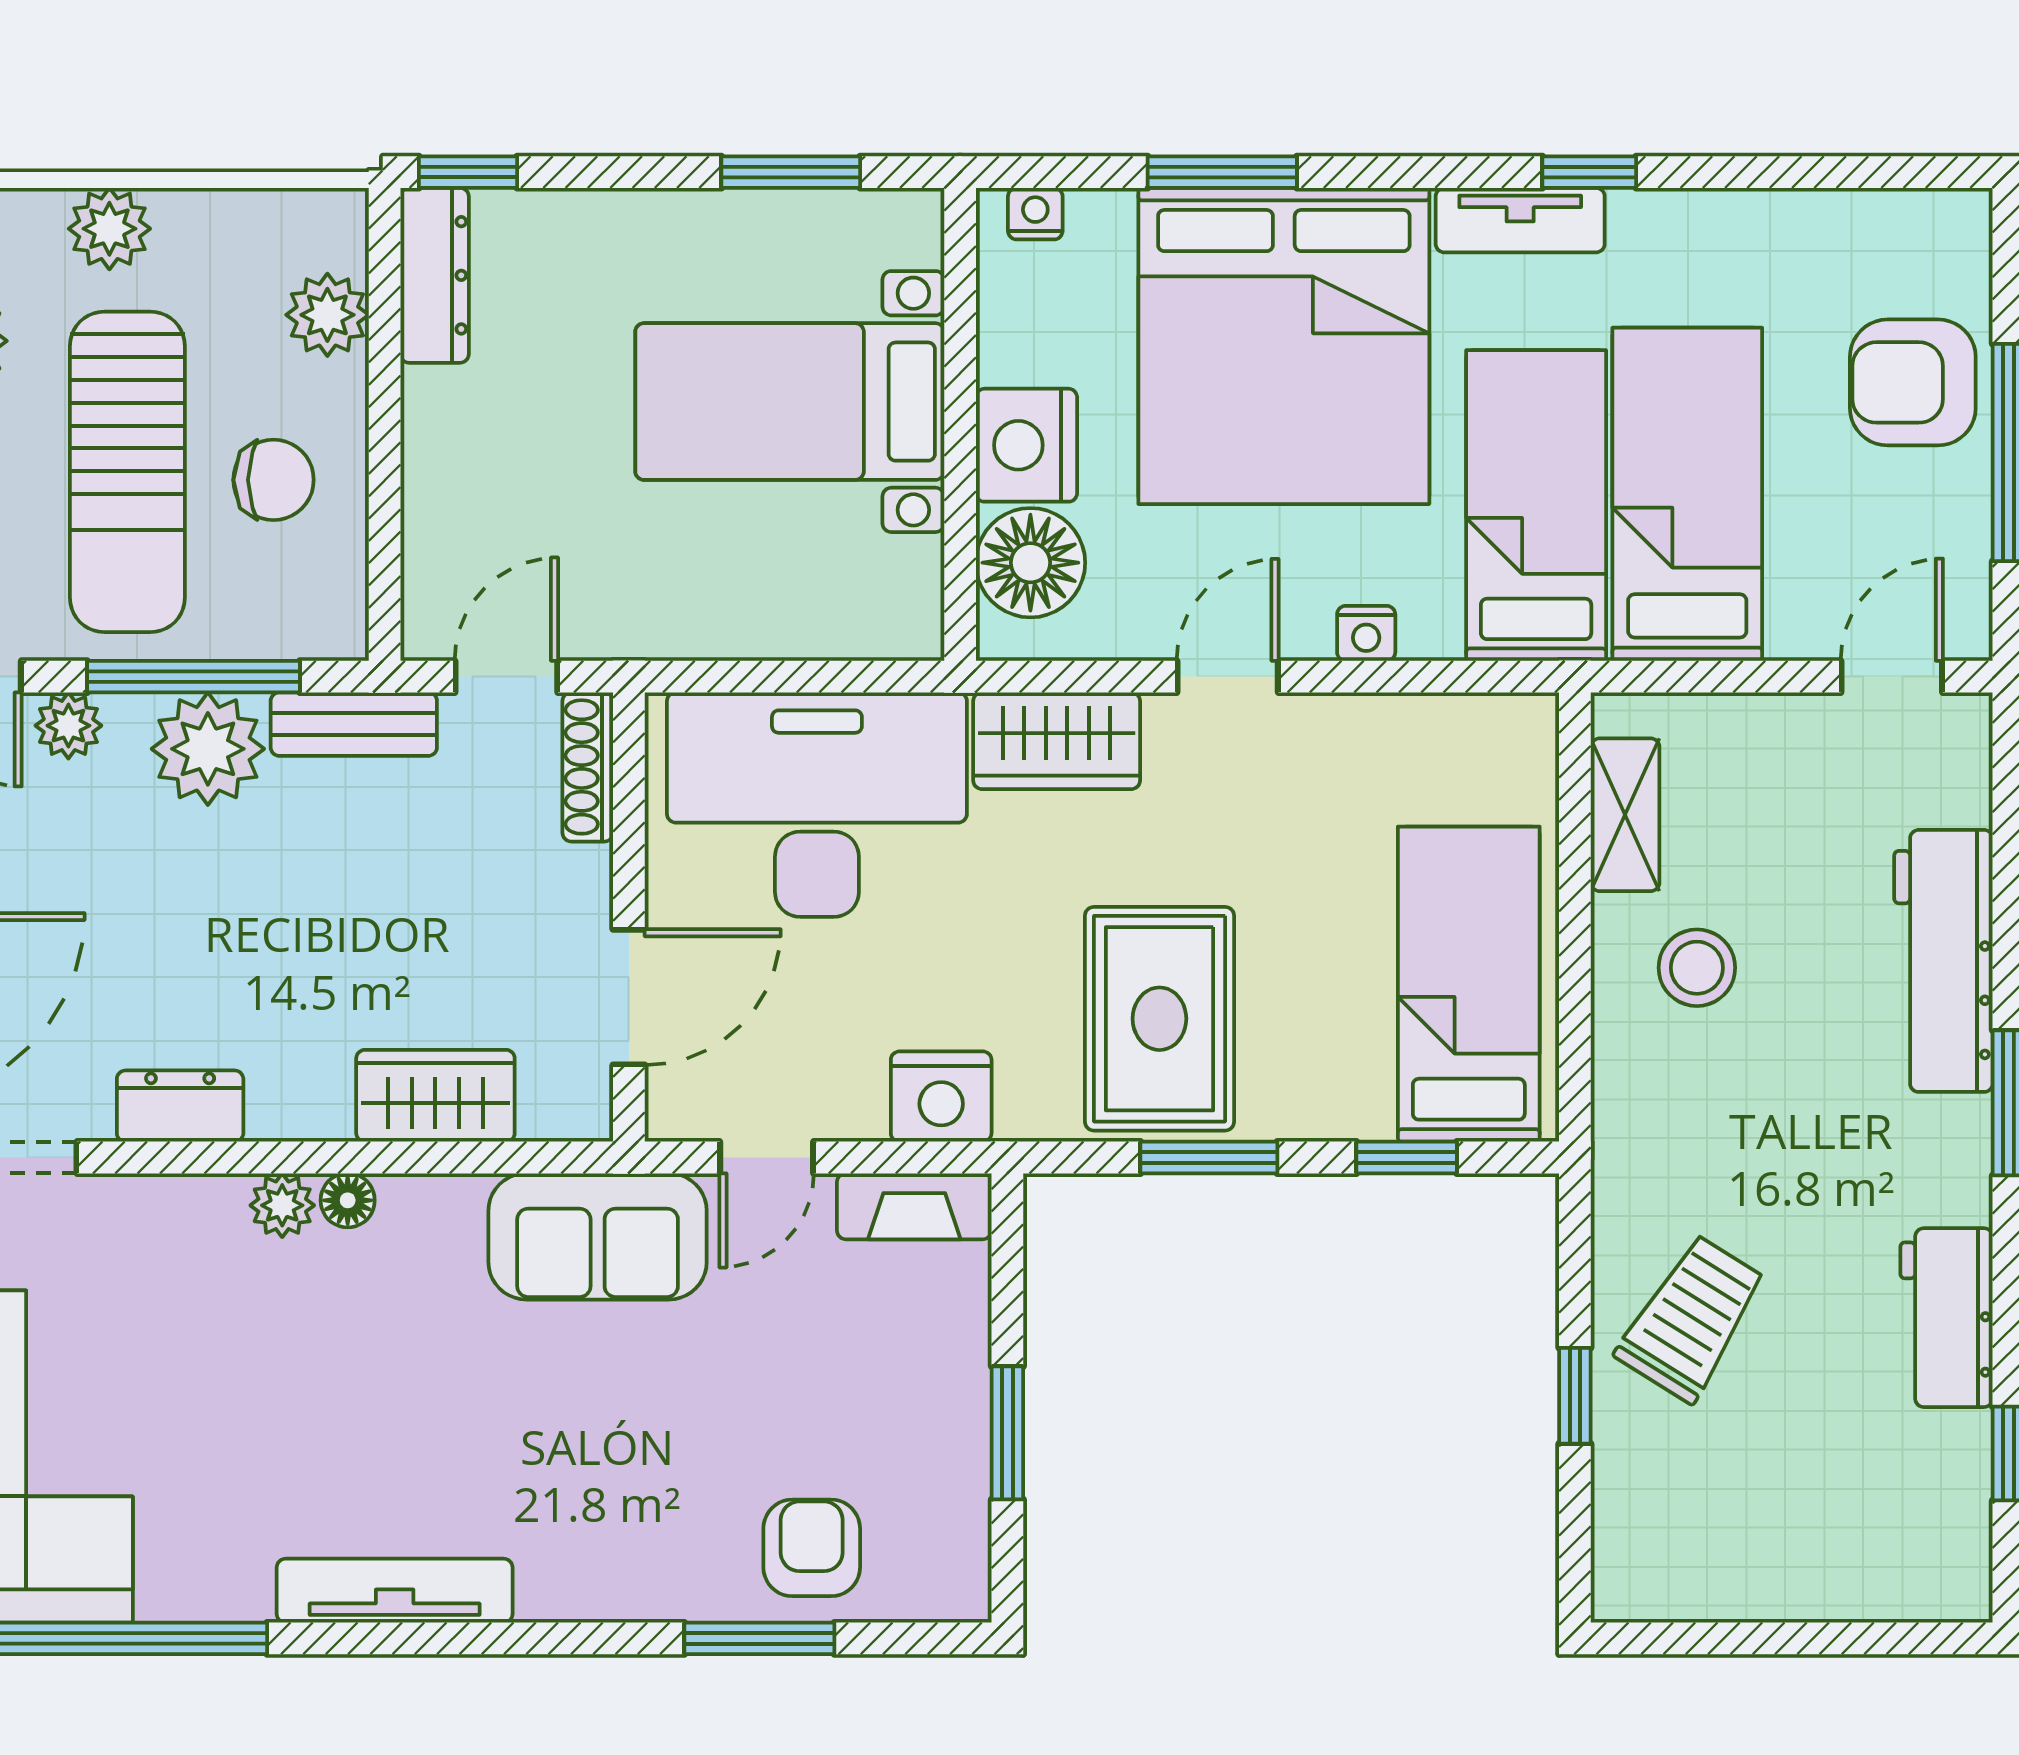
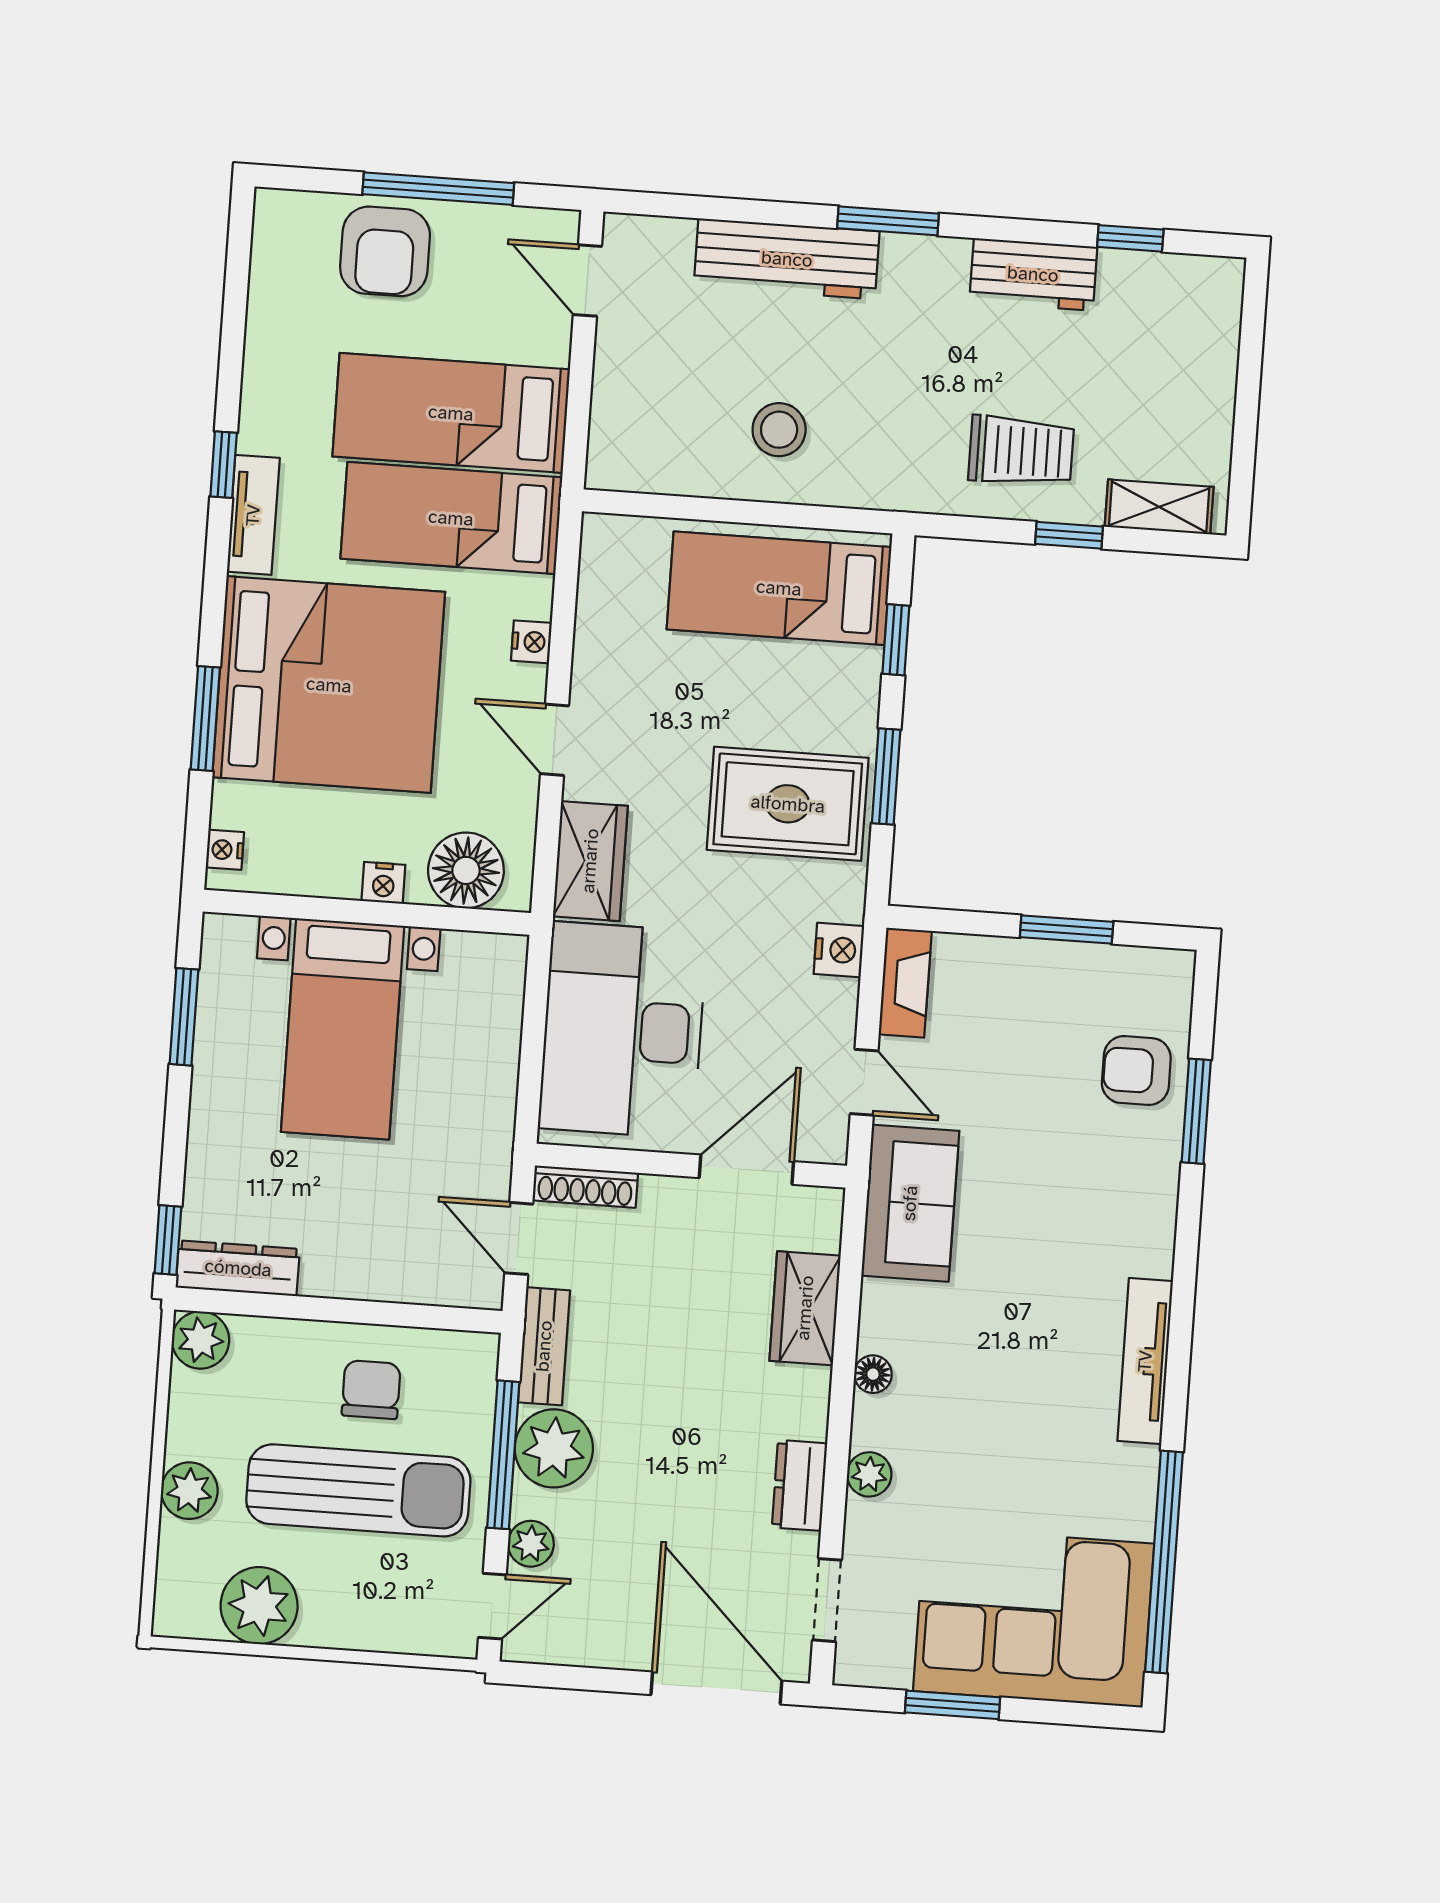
plant: (327, 315) -> (200, 1340), moved
nightstand: (1026, 445) -> (383, 883), width x0.53, depth x0.56
shelving: (1625, 815) -> (1159, 507), moved
door: (629, 997) -> (746, 1170), hinge flipped
nightstand: (941, 1097) -> (839, 950), width x0.74, depth x0.75
plant: (282, 1205) -> (869, 1474), moved
trolley: (1691, 1318) -> (1021, 451), turned 148

